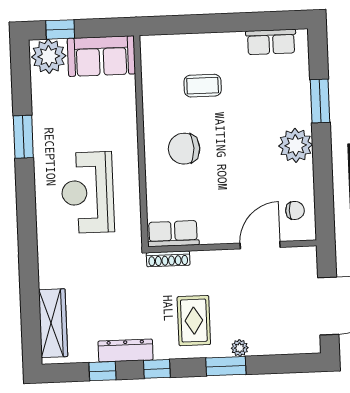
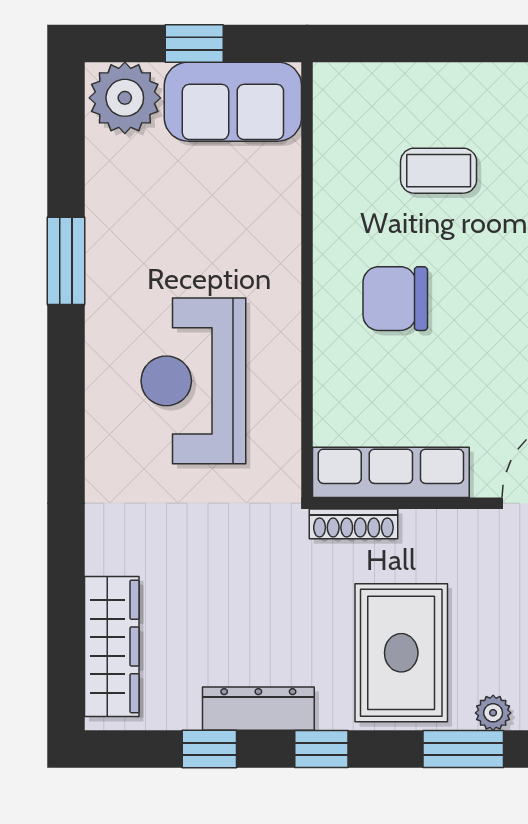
window: (60, 29) -> (194, 43), moved
row of seats: (173, 234) -> (391, 472), width x1.48
rug: (194, 321) -> (401, 653), width x1.36, depth x1.43

